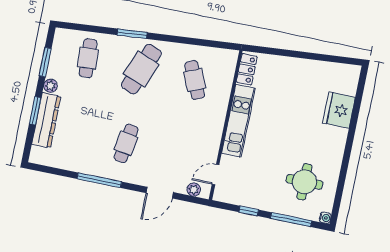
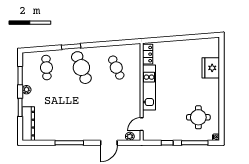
cafe table: (141, 69) -> (81, 68), turned -42
dresser: (46, 120) -> (28, 124), moved
cafe table: (126, 143) -> (81, 116), removed

